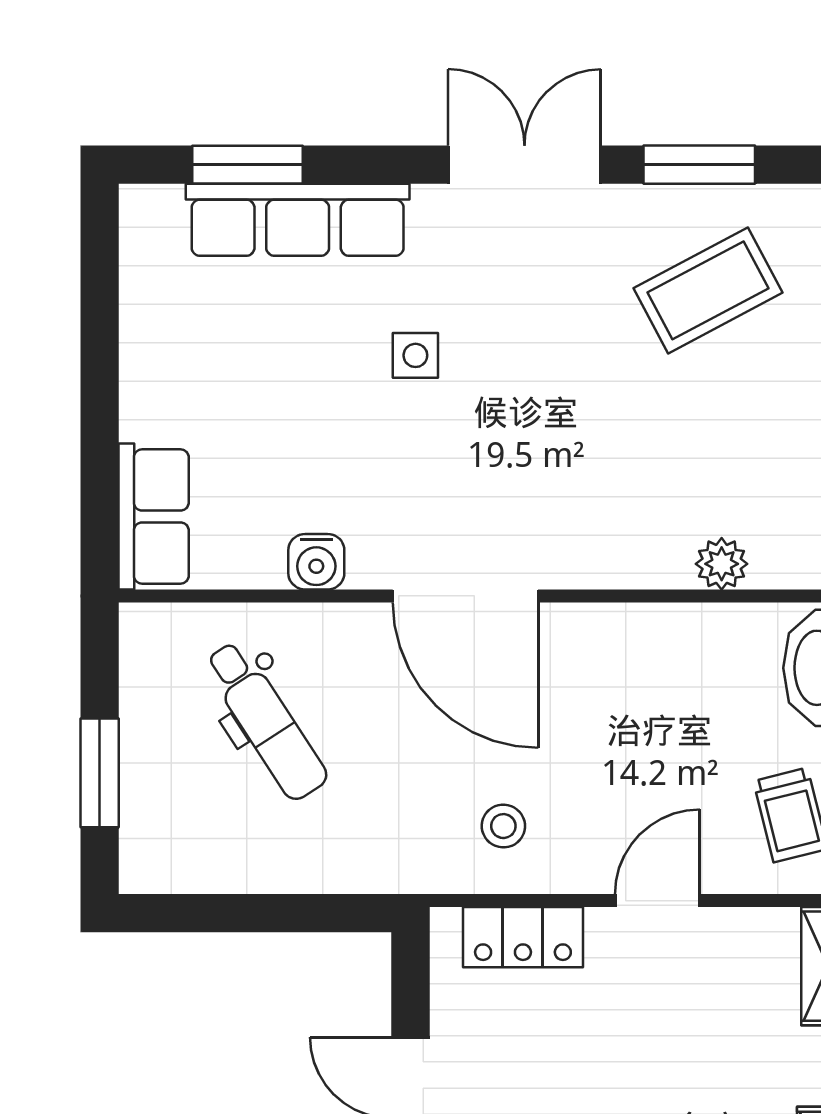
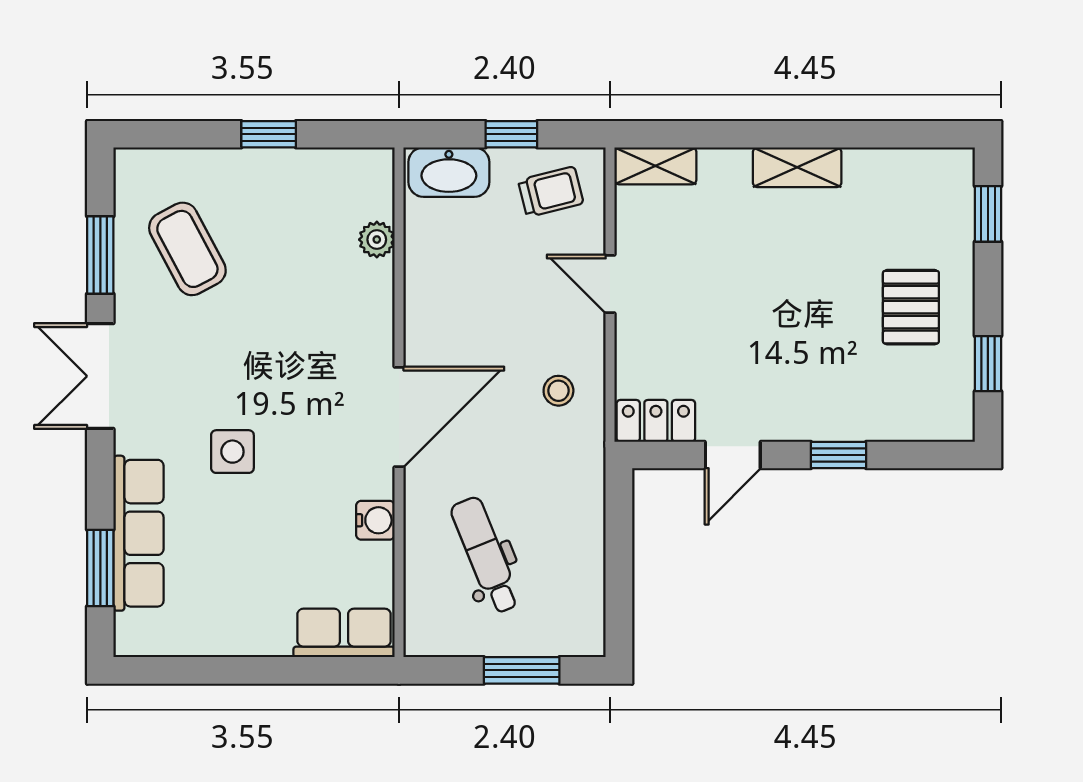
side table: (415, 355) -> (232, 452), width x1.37, depth x1.37
dental chair: (266, 721) -> (486, 555), turned -79
locker: (523, 937) -> (656, 421), moved, turned -90

